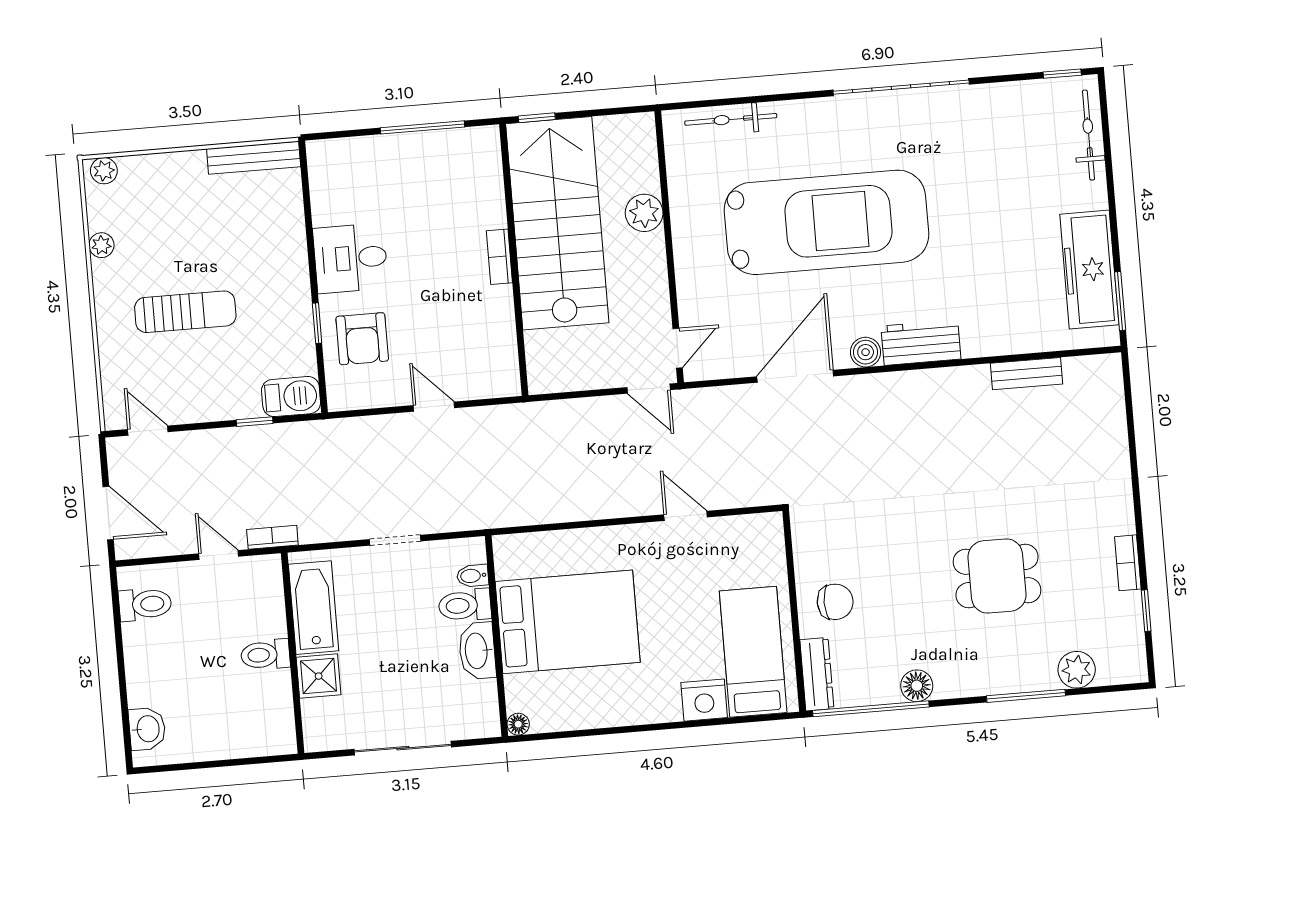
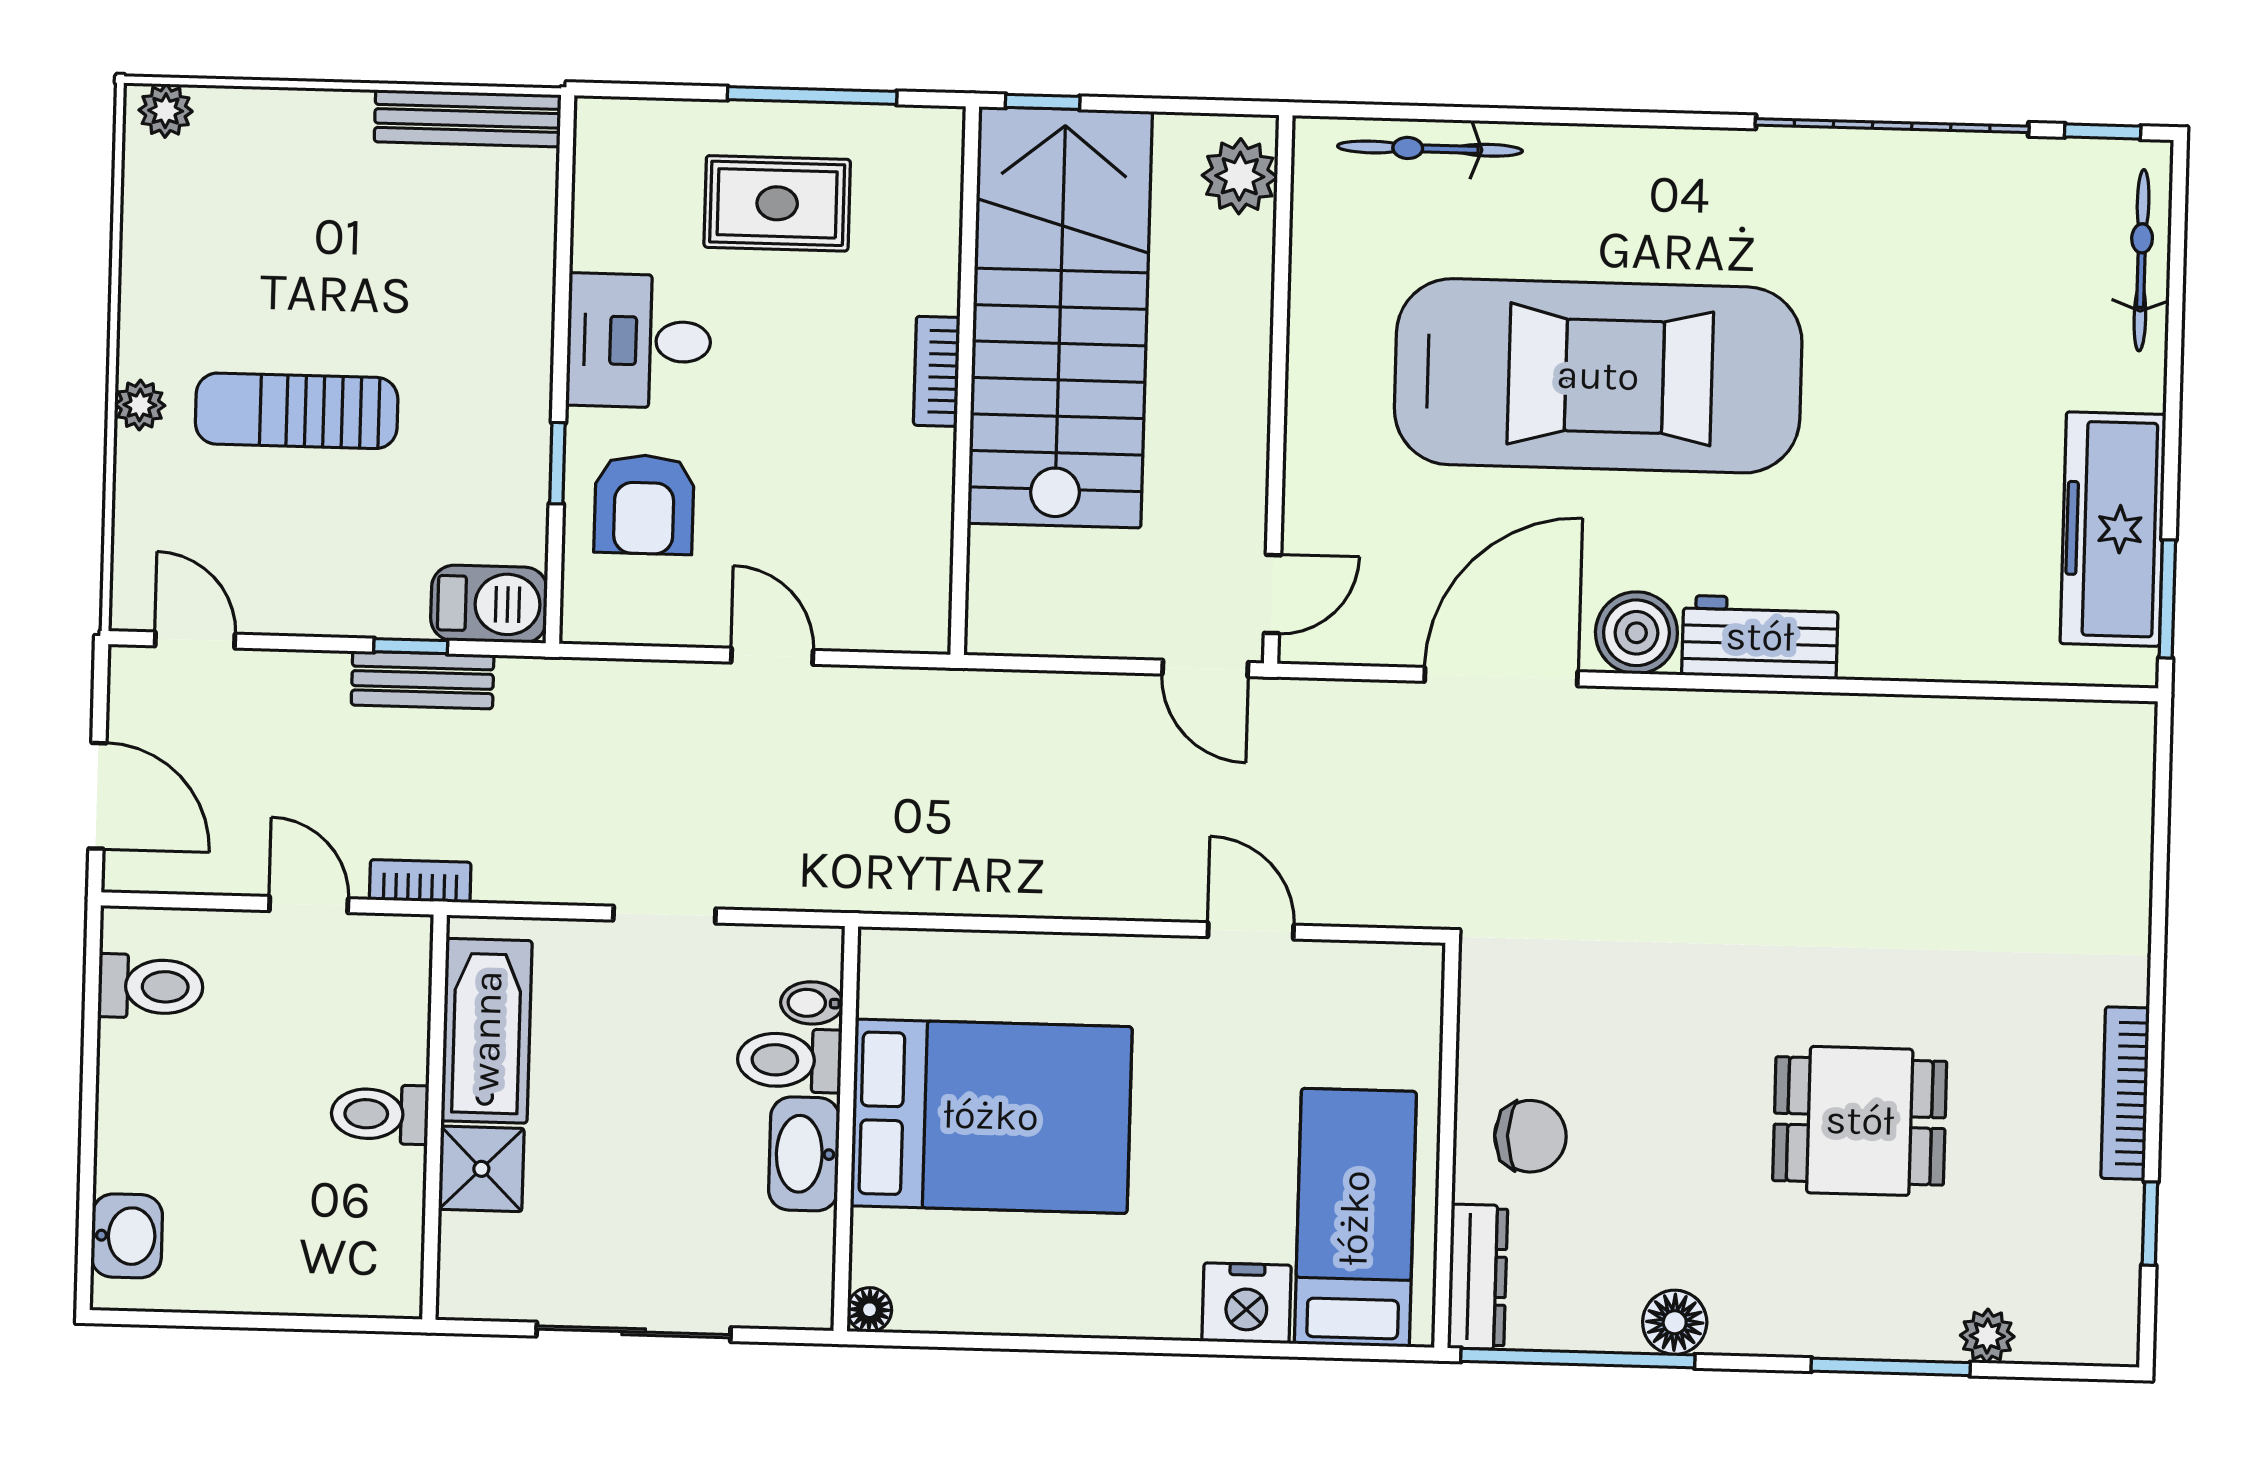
garage door: (901, 87) -> (1892, 126), moved
rug: (411, 183) -> (777, 203), added
plant: (644, 213) -> (1240, 176), moved
plant: (101, 245) -> (140, 405), moved
sun lounger: (185, 312) -> (297, 411), turned 180
boiler: (866, 352) -> (1636, 633), width x1.36, depth x1.36
bench: (1027, 374) -> (423, 680), moved
bookcase: (1128, 563) -> (2125, 1093), width x1.56
plant: (1077, 670) -> (1987, 1336), width x0.73, depth x0.73

